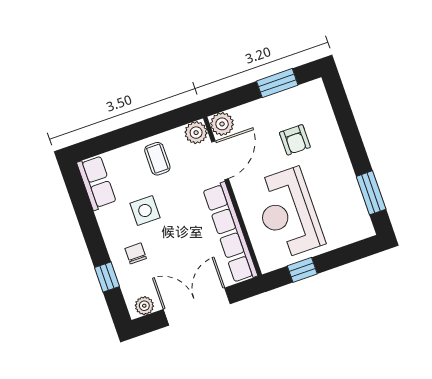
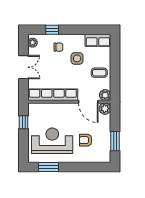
reception desk: (288, 213) -> (52, 141), moved
double door: (197, 307) -> (24, 67), width x0.73

